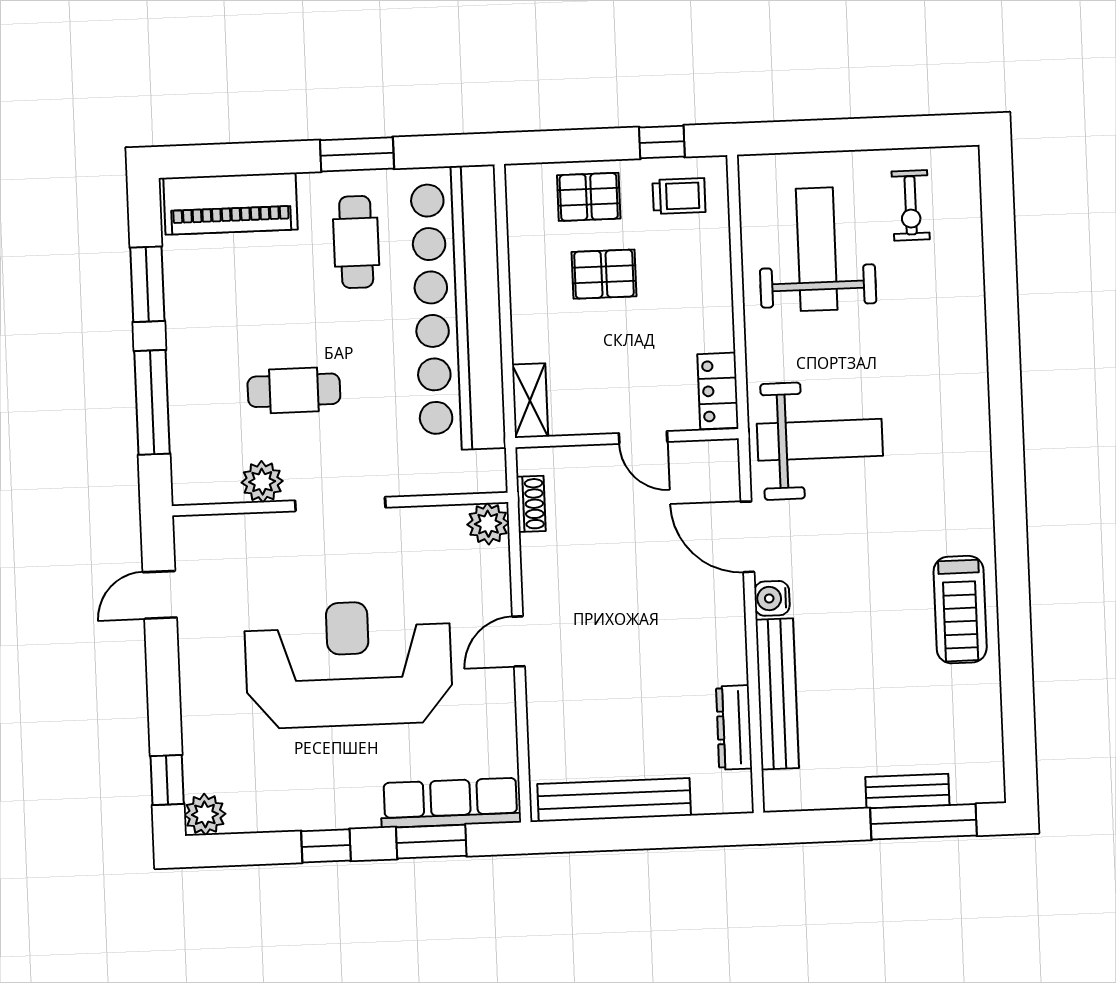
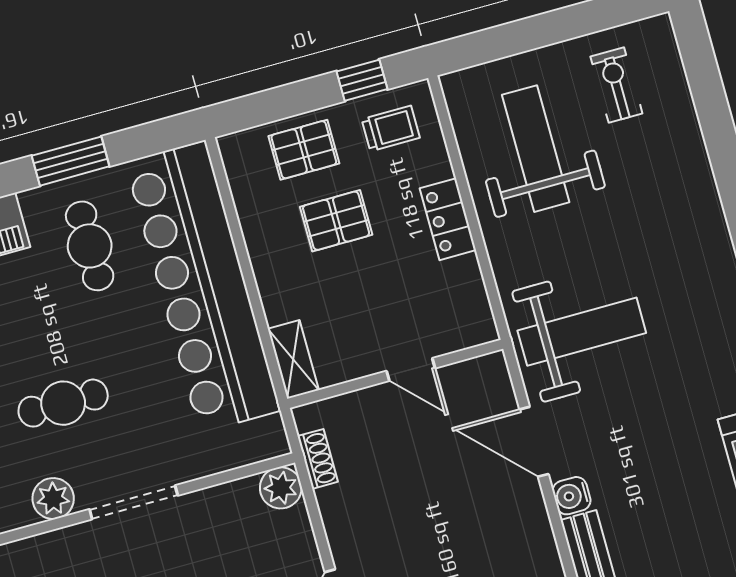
exercise bike: (911, 205) -> (616, 85), turned 180
locker: (718, 391) -> (448, 219), moved

